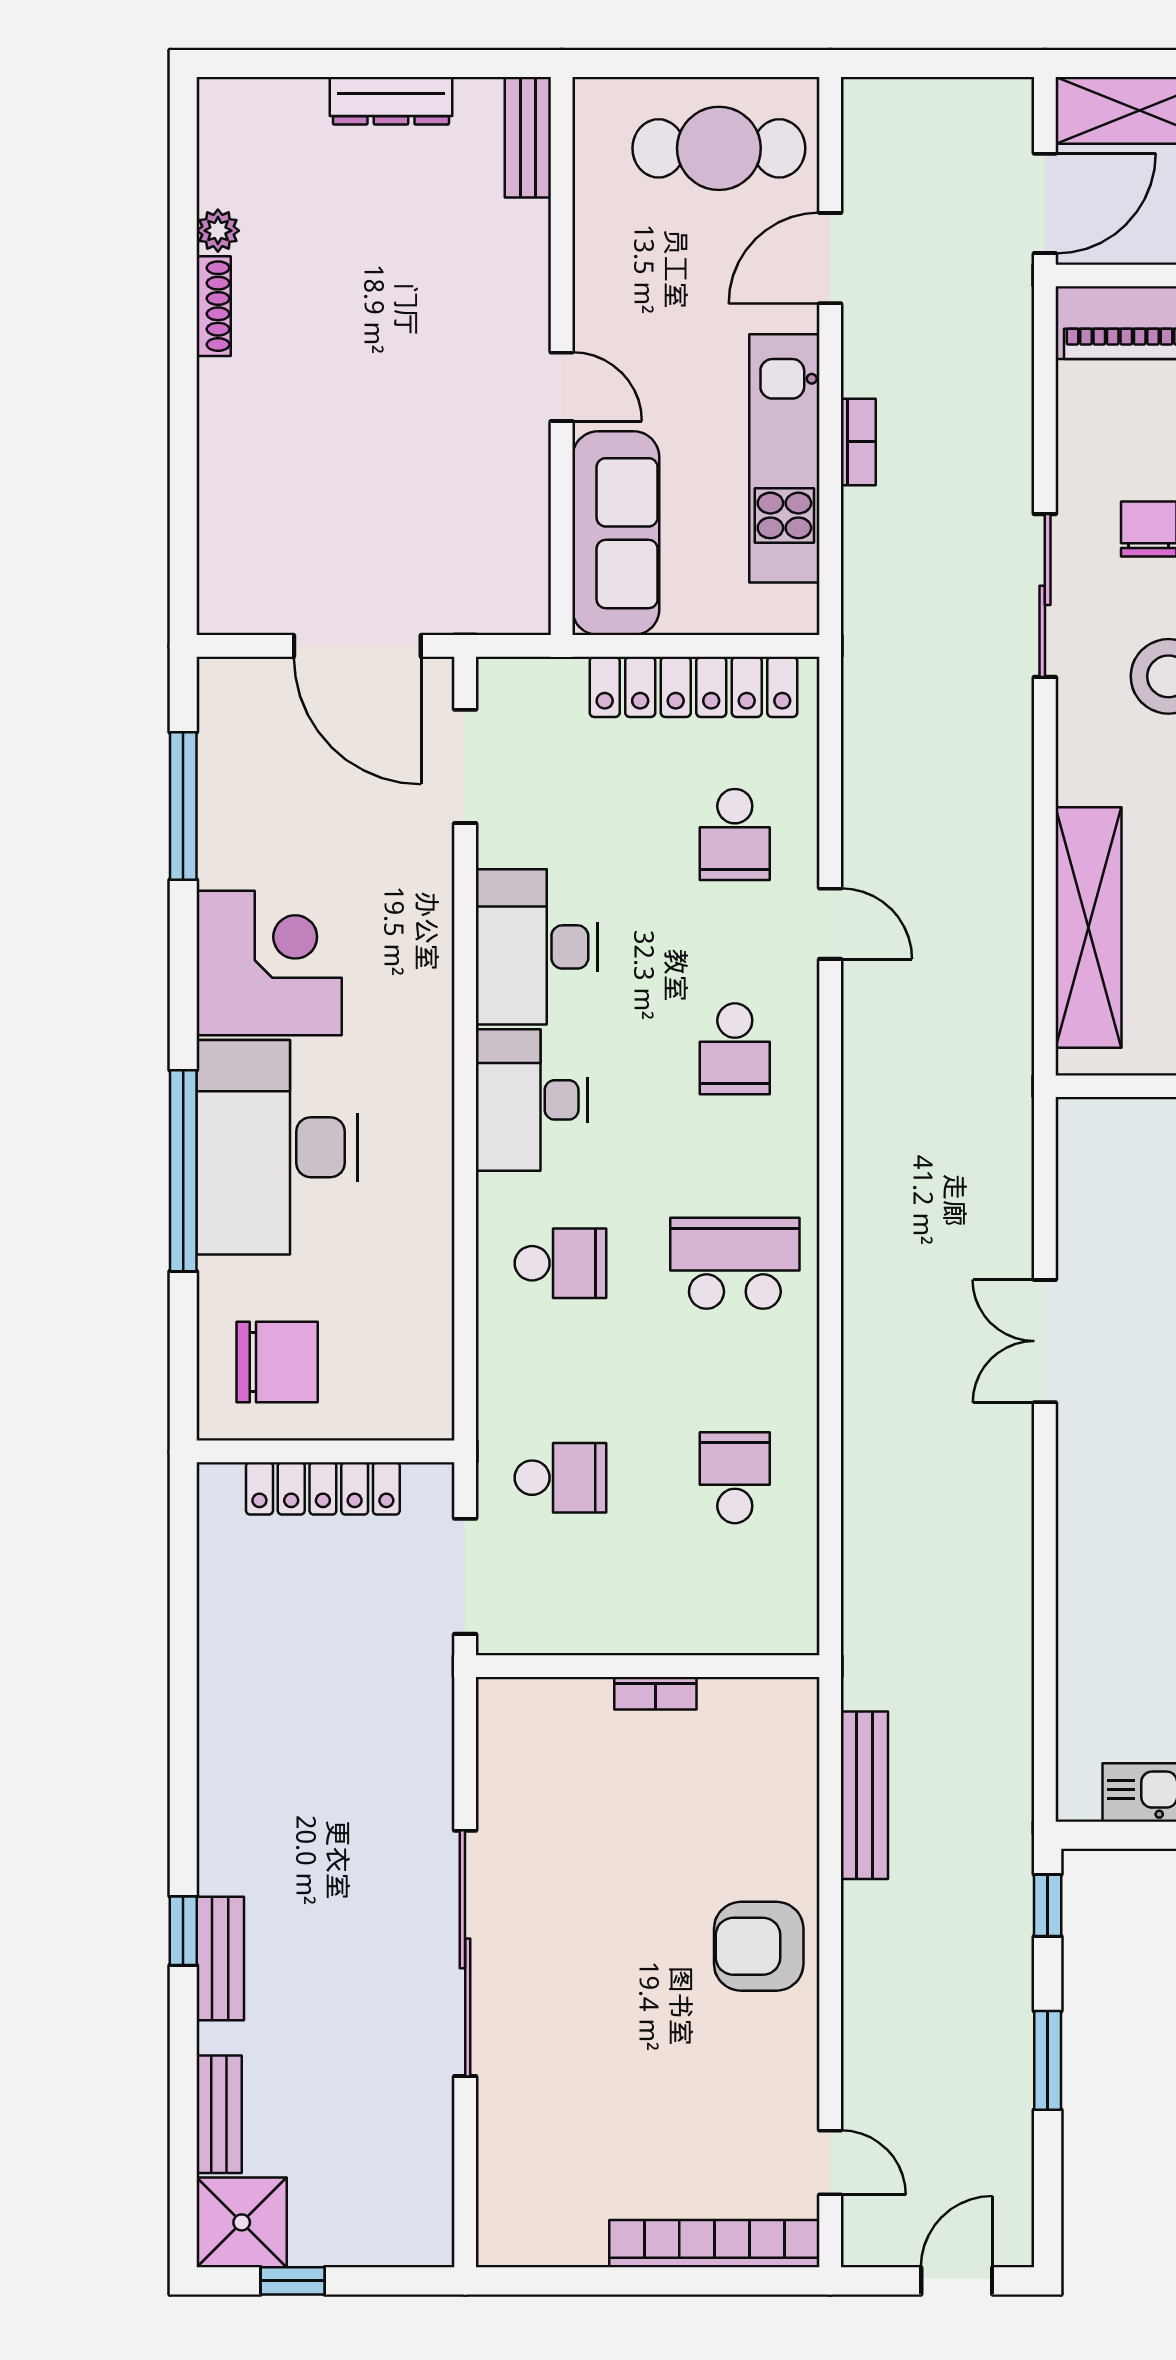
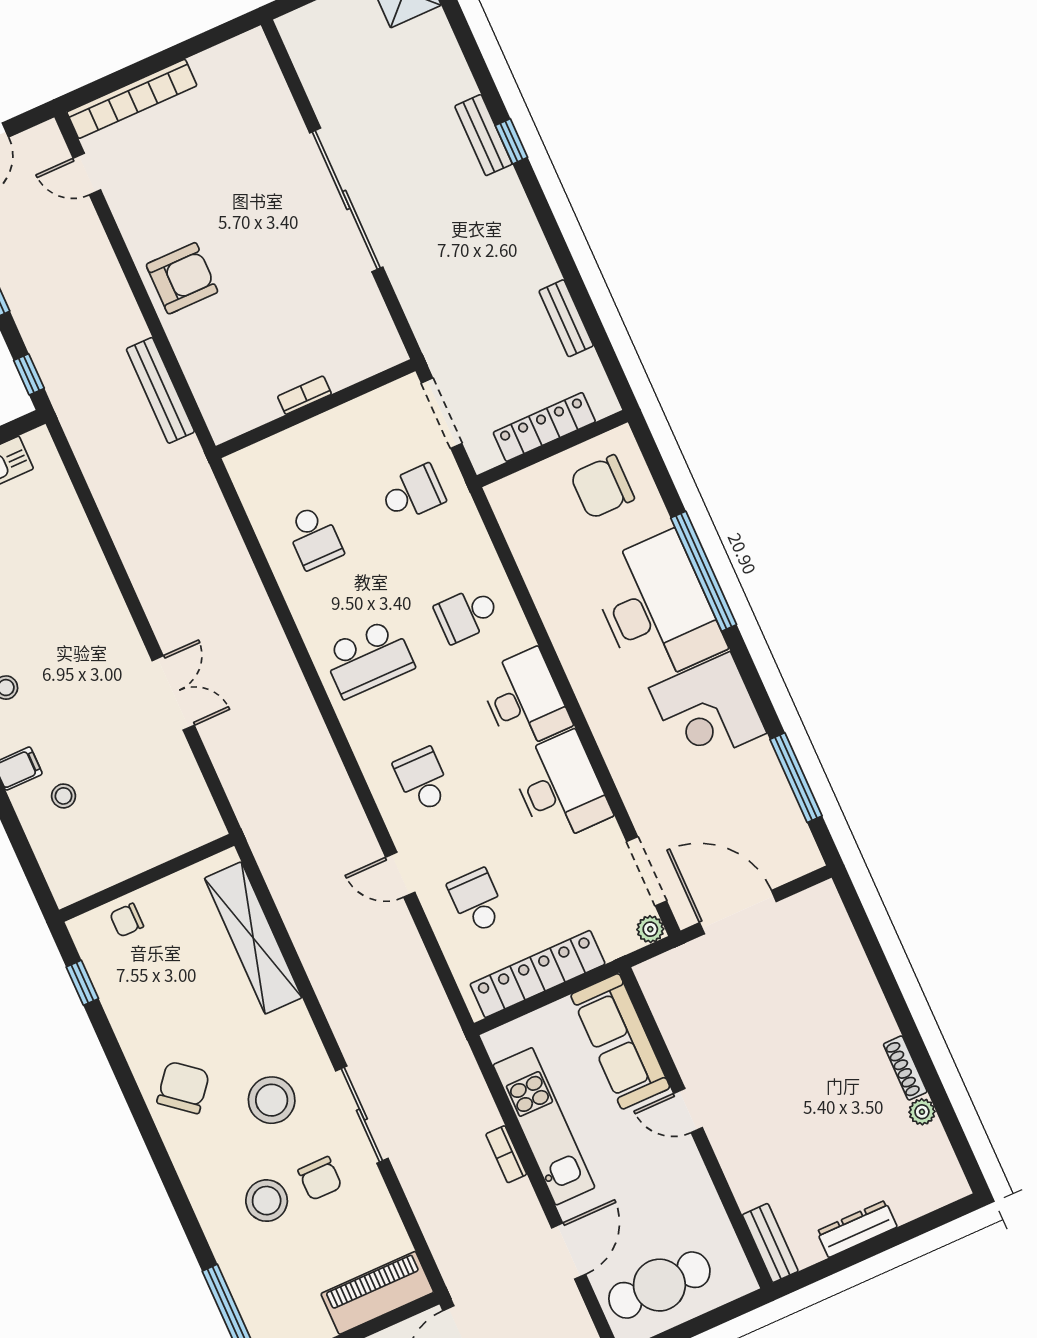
plant: (498, 679) -> (650, 929), added
school desk: (560, 1478) -> (413, 493), turned 180
bench: (219, 2114) -> (566, 318), moved

